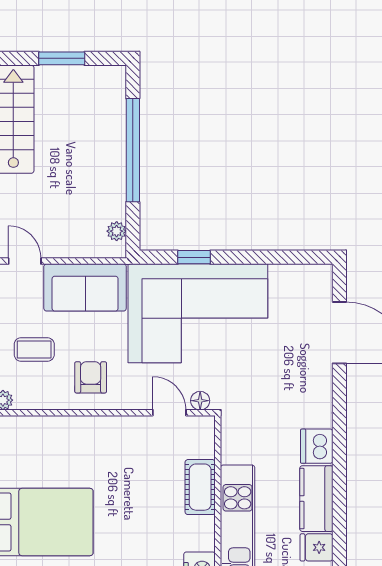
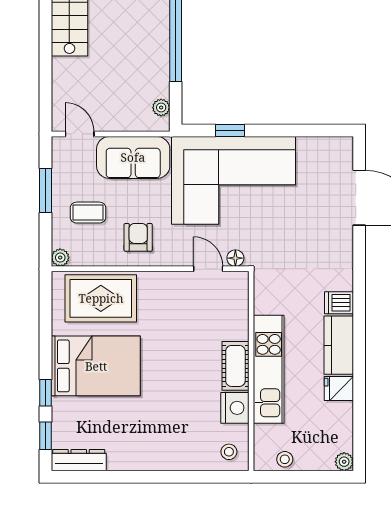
rug: (49, 446) -> (101, 298), added
dishwasher: (317, 446) -> (339, 303), width x0.73
cot: (200, 487) -> (235, 366), moved

